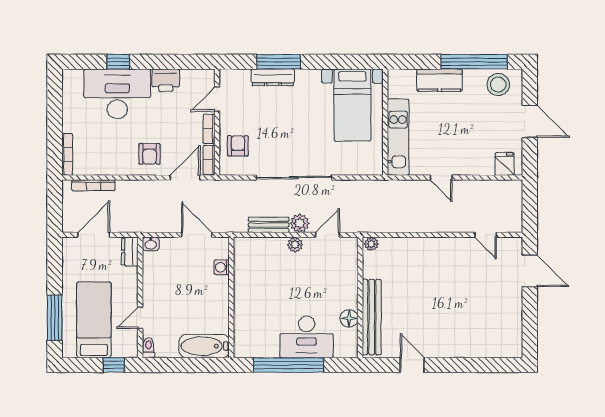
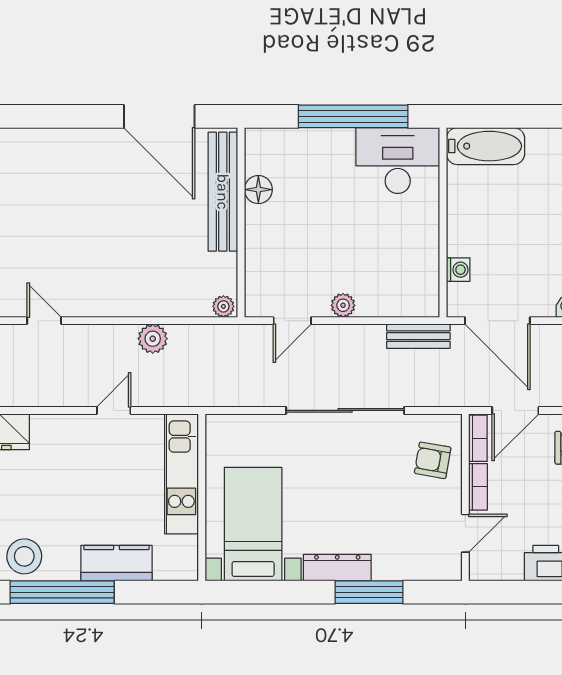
dresser: (273, 77) -> (337, 568), moved
armchair: (238, 146) -> (433, 460), turned 100
door: (441, 178) -> (114, 410), hinge flipped
plant: (300, 223) -> (153, 339), moved
bench: (269, 225) -> (418, 336), moved
door: (197, 235) -> (497, 321), width x1.36
desk: (307, 337) -> (398, 161), moved
door: (412, 365) -> (159, 116), width x1.88

